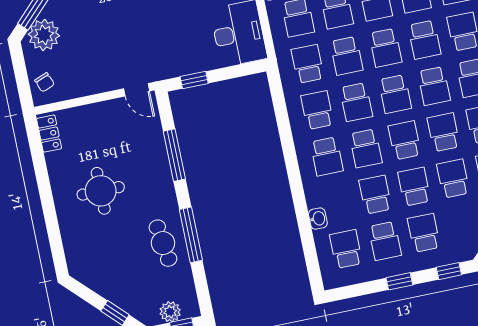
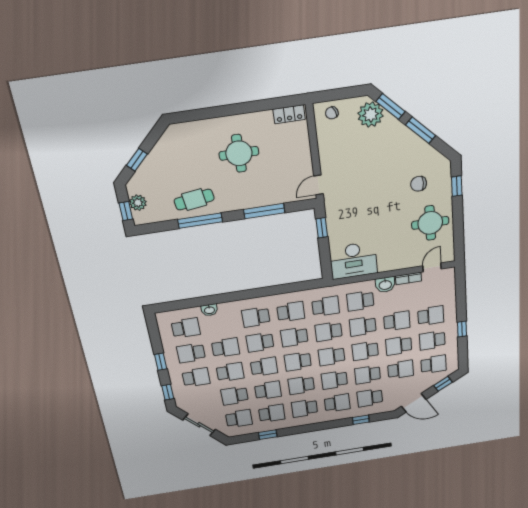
school desk: (453, 179) -> (235, 396), turned 180

